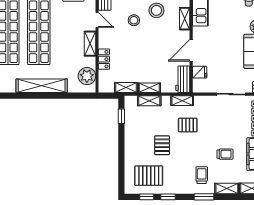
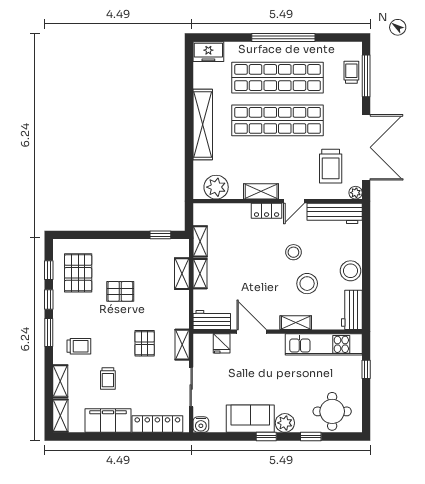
locker: (104, 59) -> (267, 211), moved
shelving: (182, 101) -> (182, 345), moved
pallet: (188, 125) -> (145, 343), moved
window: (204, 197) -> (49, 333), moved

